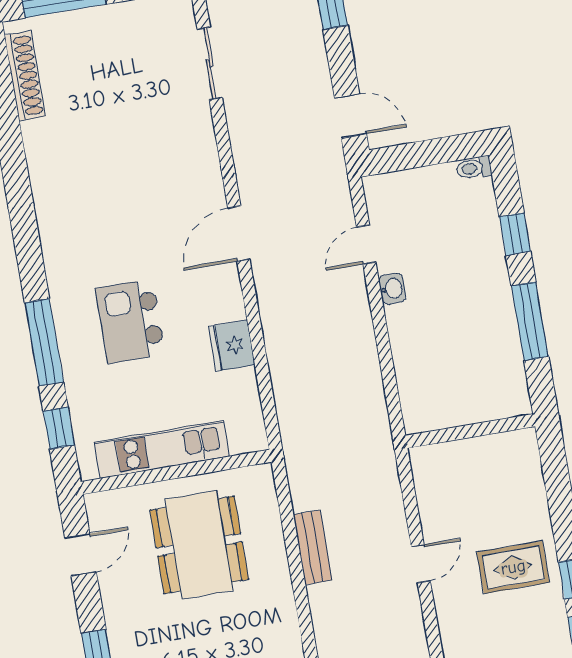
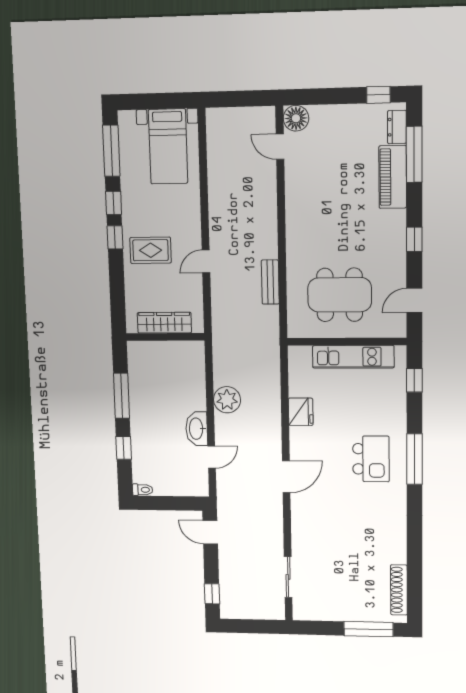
washbasin: (392, 289) -> (197, 429), width x1.91, depth x1.45
kitchen island: (130, 321) -> (371, 459), moved
window: (44, 342) -> (414, 459), moved
plant: (355, 345) -> (227, 400), added
wardrobe: (475, 454) -> (164, 323), added
dining table: (199, 545) -> (340, 295), turned 90

